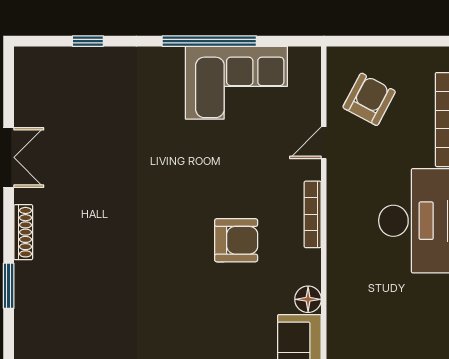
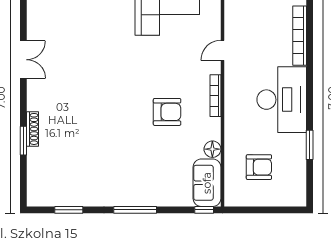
armchair: (369, 99) -> (259, 167), moved, turned 62
shoe rack: (23, 232) -> (33, 129), moved

